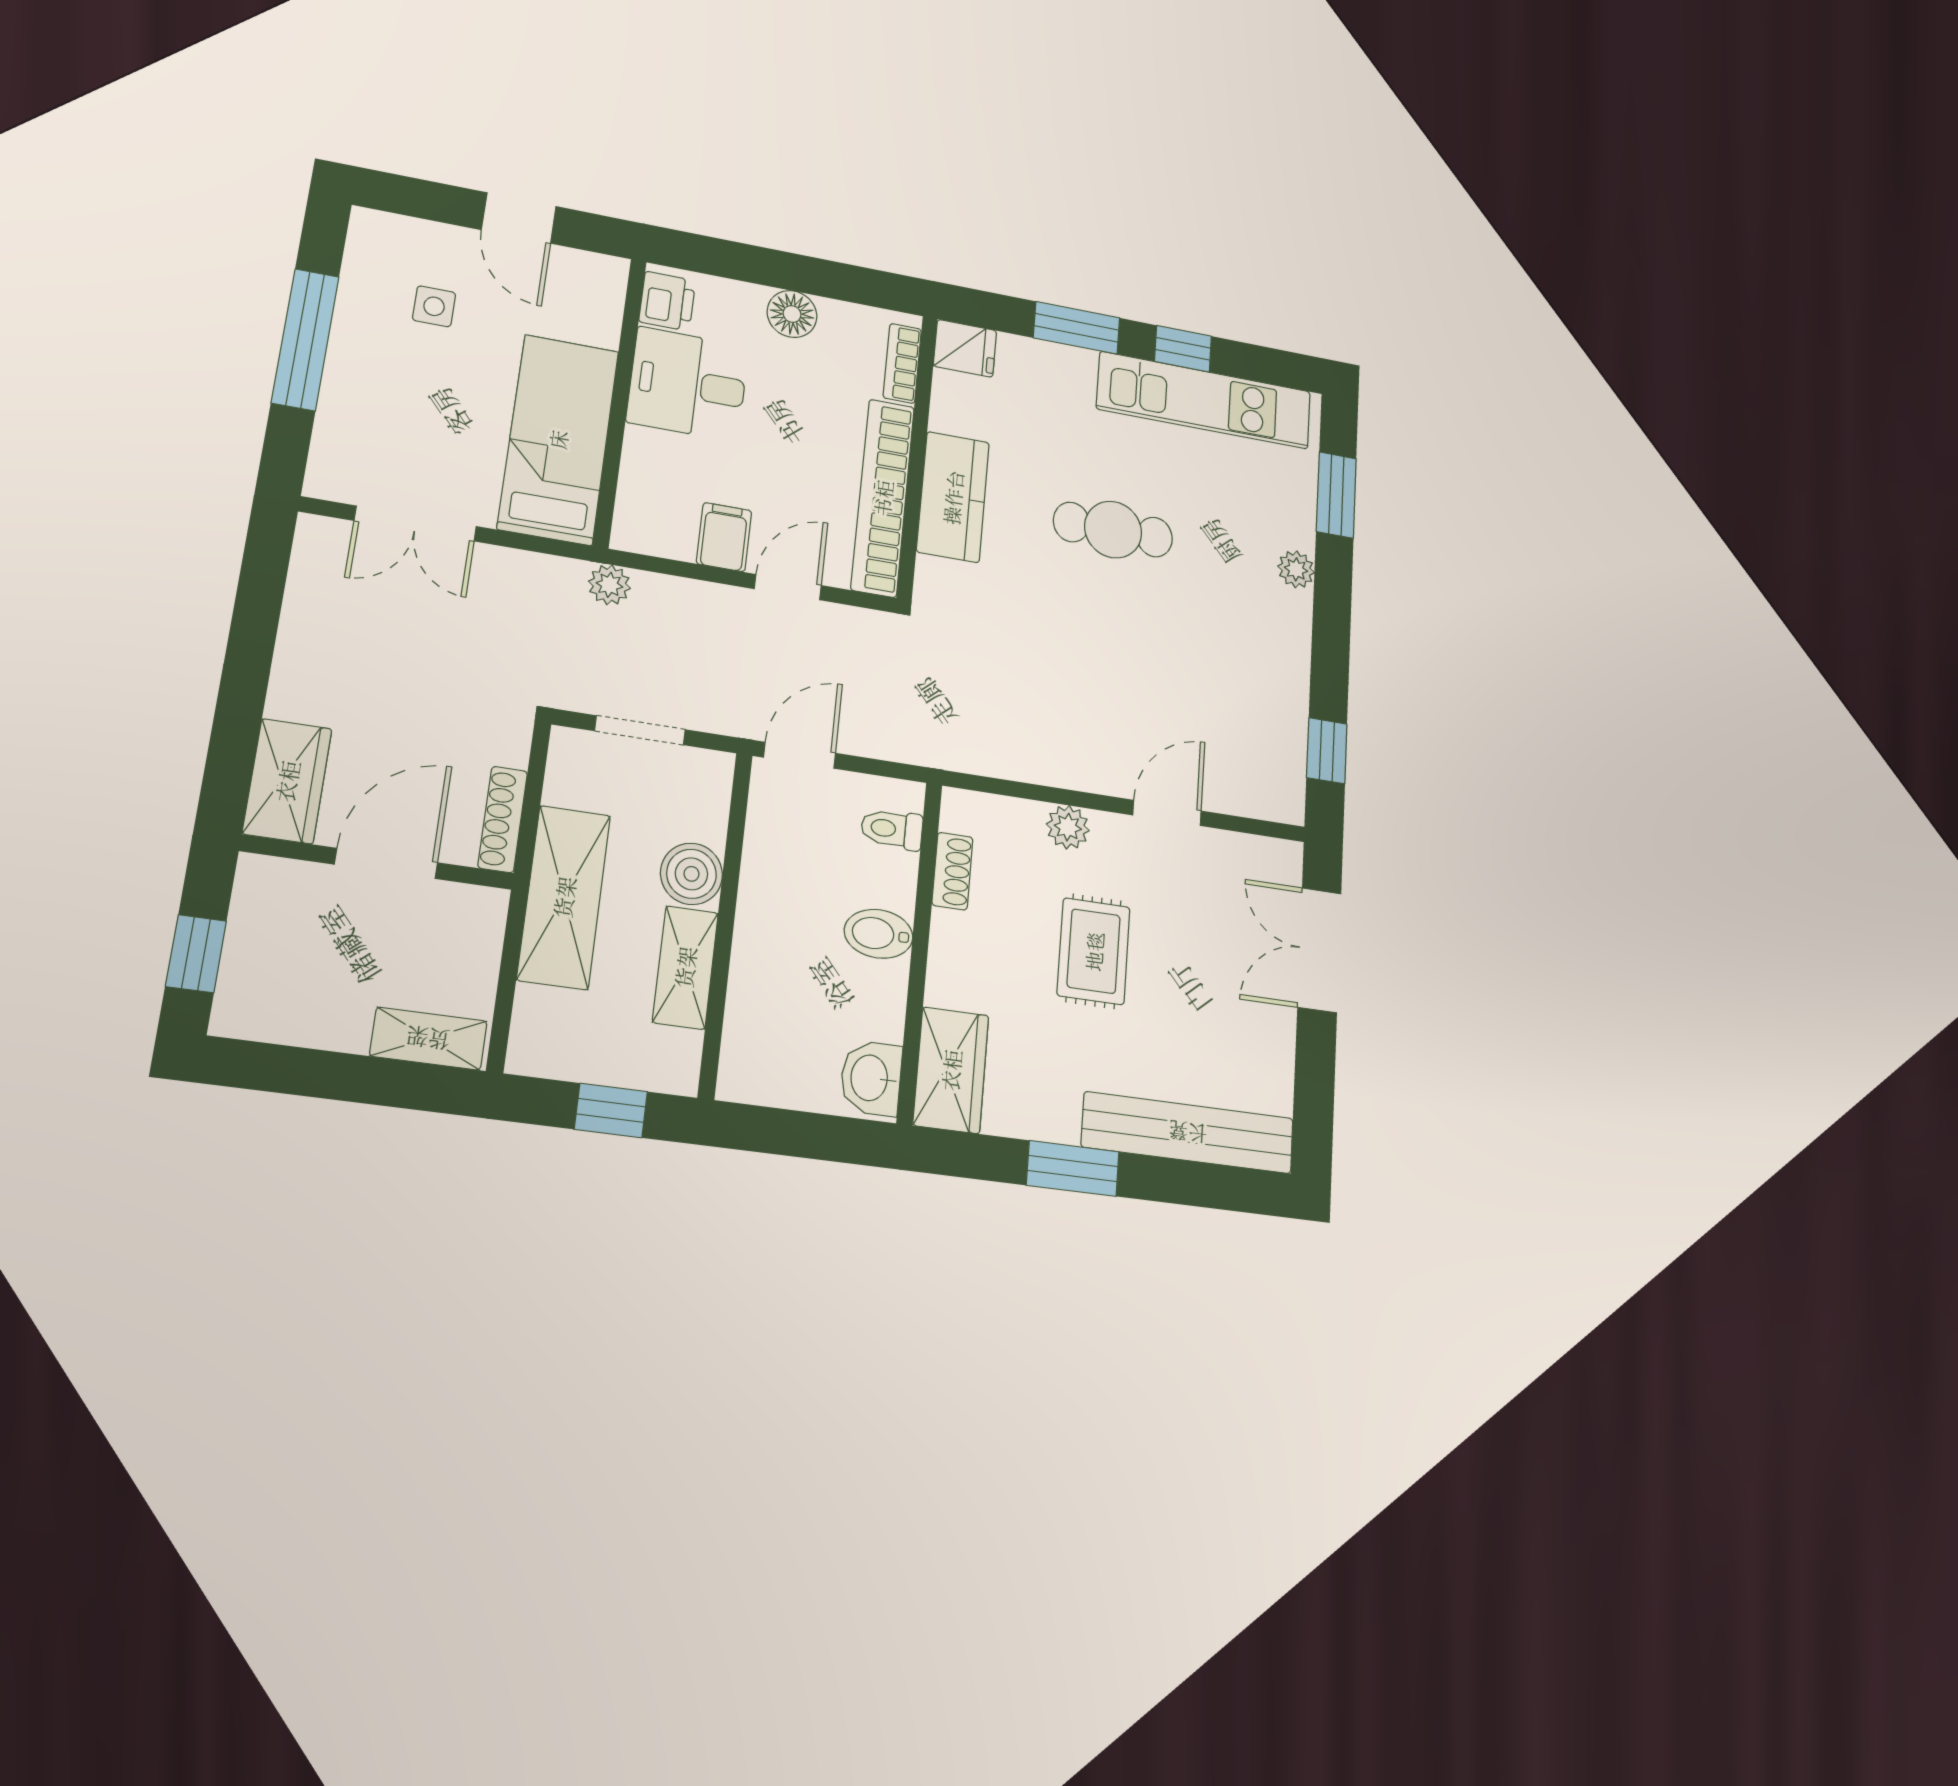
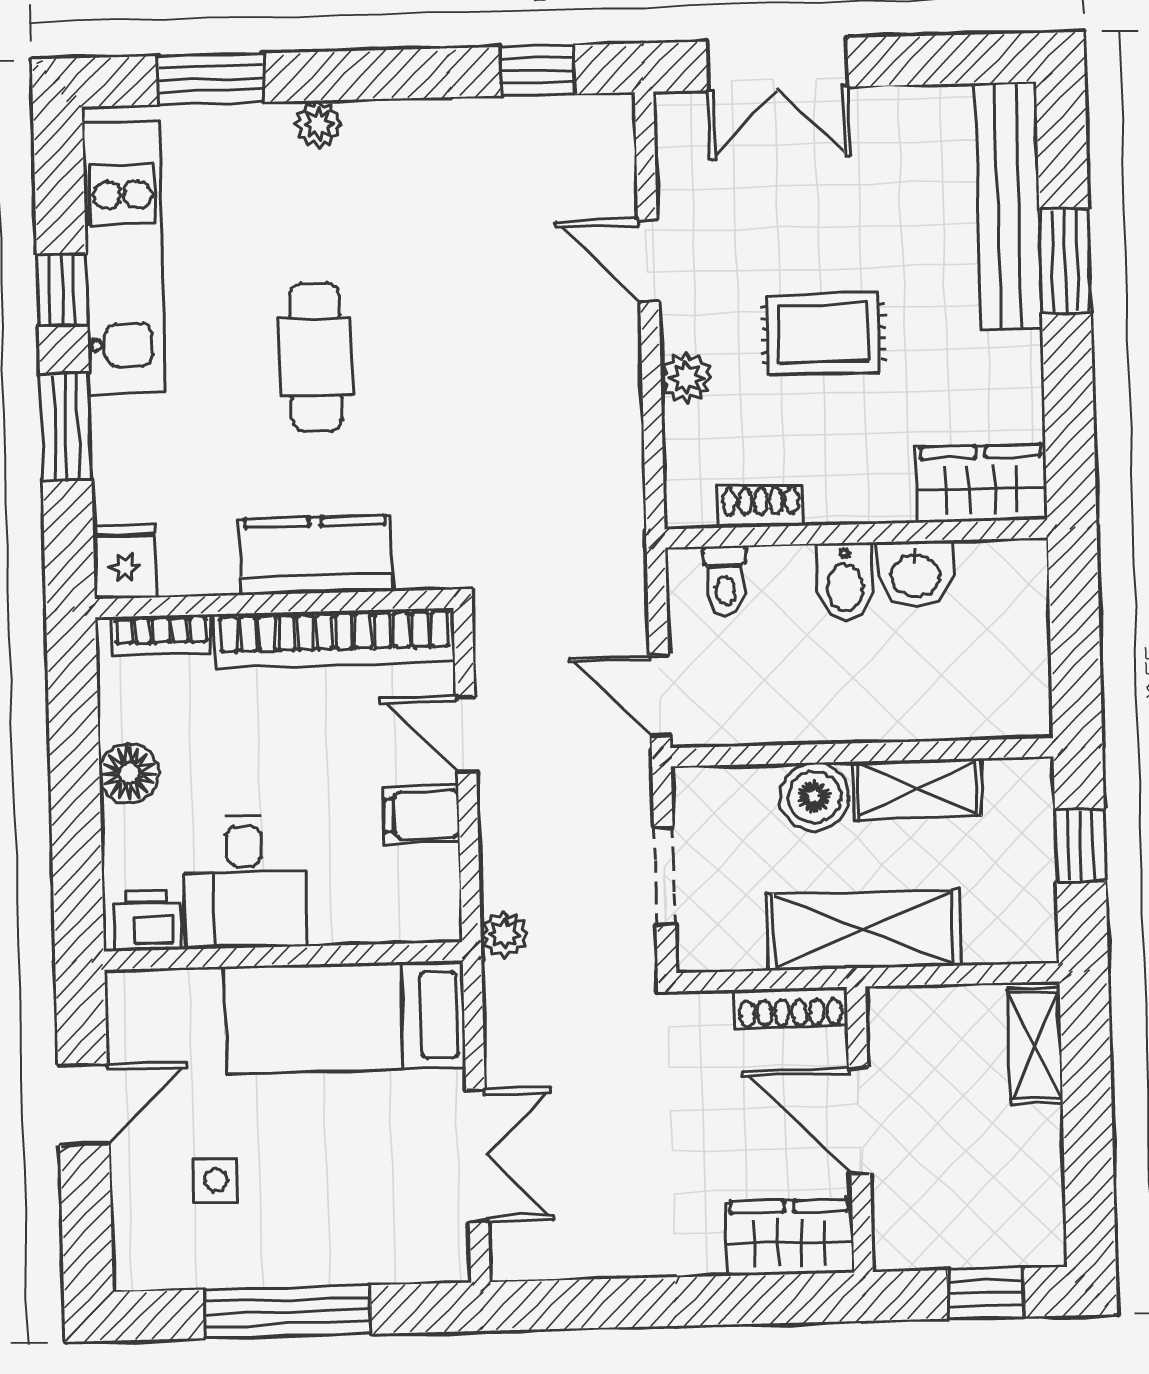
washbasin: (871, 1078) -> (915, 574), moved
window: (1073, 1168) -> (1065, 261), moved

